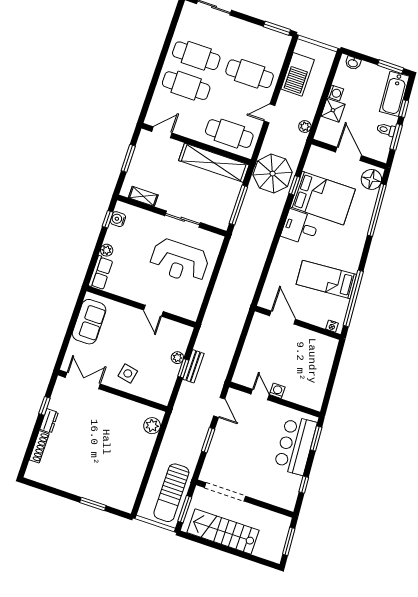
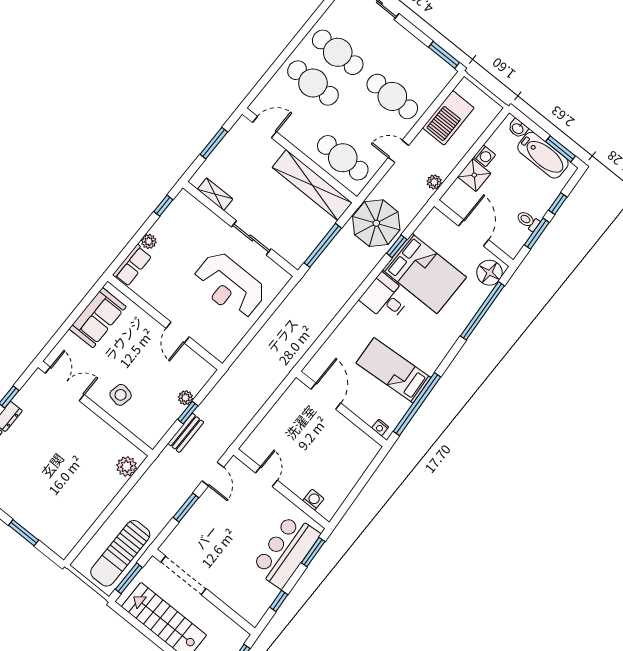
bathtub: (394, 94) -> (543, 155), moved, turned -86
water cooler: (118, 219) -> (176, 210), removed
bench: (193, 366) -> (186, 433), moved
washing machine: (277, 391) -> (313, 500), moved

